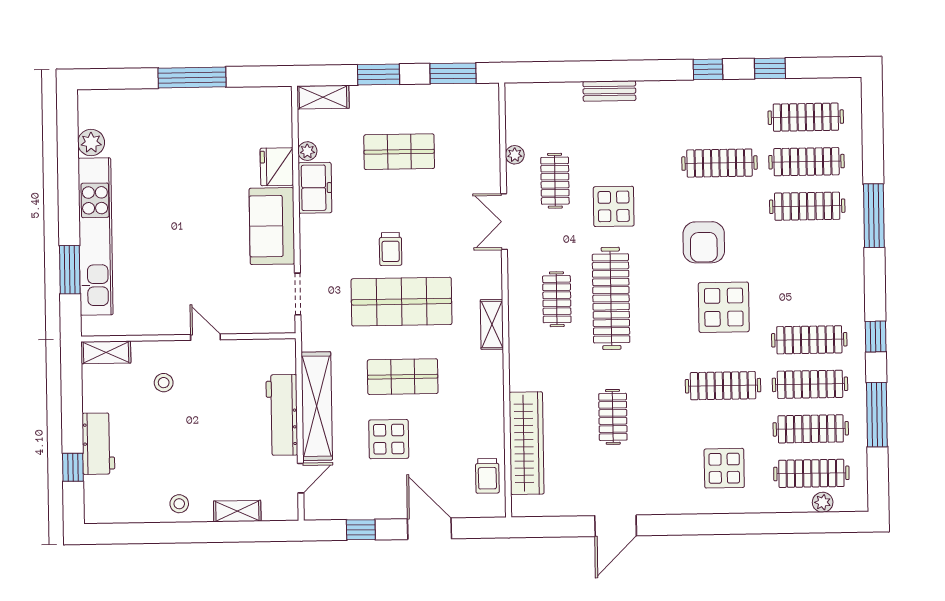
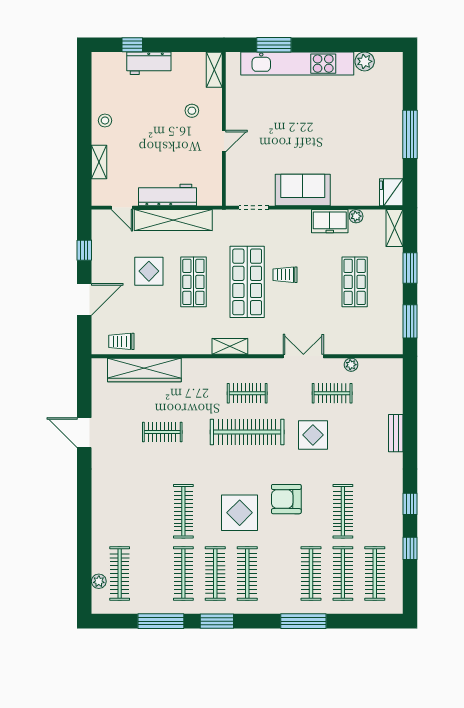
fridge: (277, 167) -> (391, 192), moved, turned -90
window: (876, 337) -> (217, 621), width x1.50
clothes rail: (811, 429) -> (247, 574), moved
display table: (724, 468) -> (124, 511), removed

